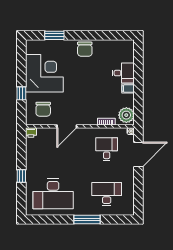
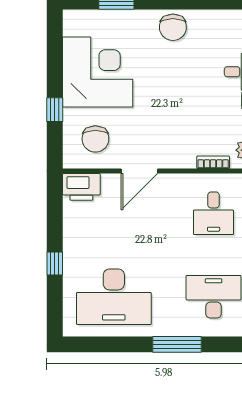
printer: (31, 133) -> (81, 187), width x1.87, depth x1.48
desk: (107, 149) -> (214, 213), turned 180

